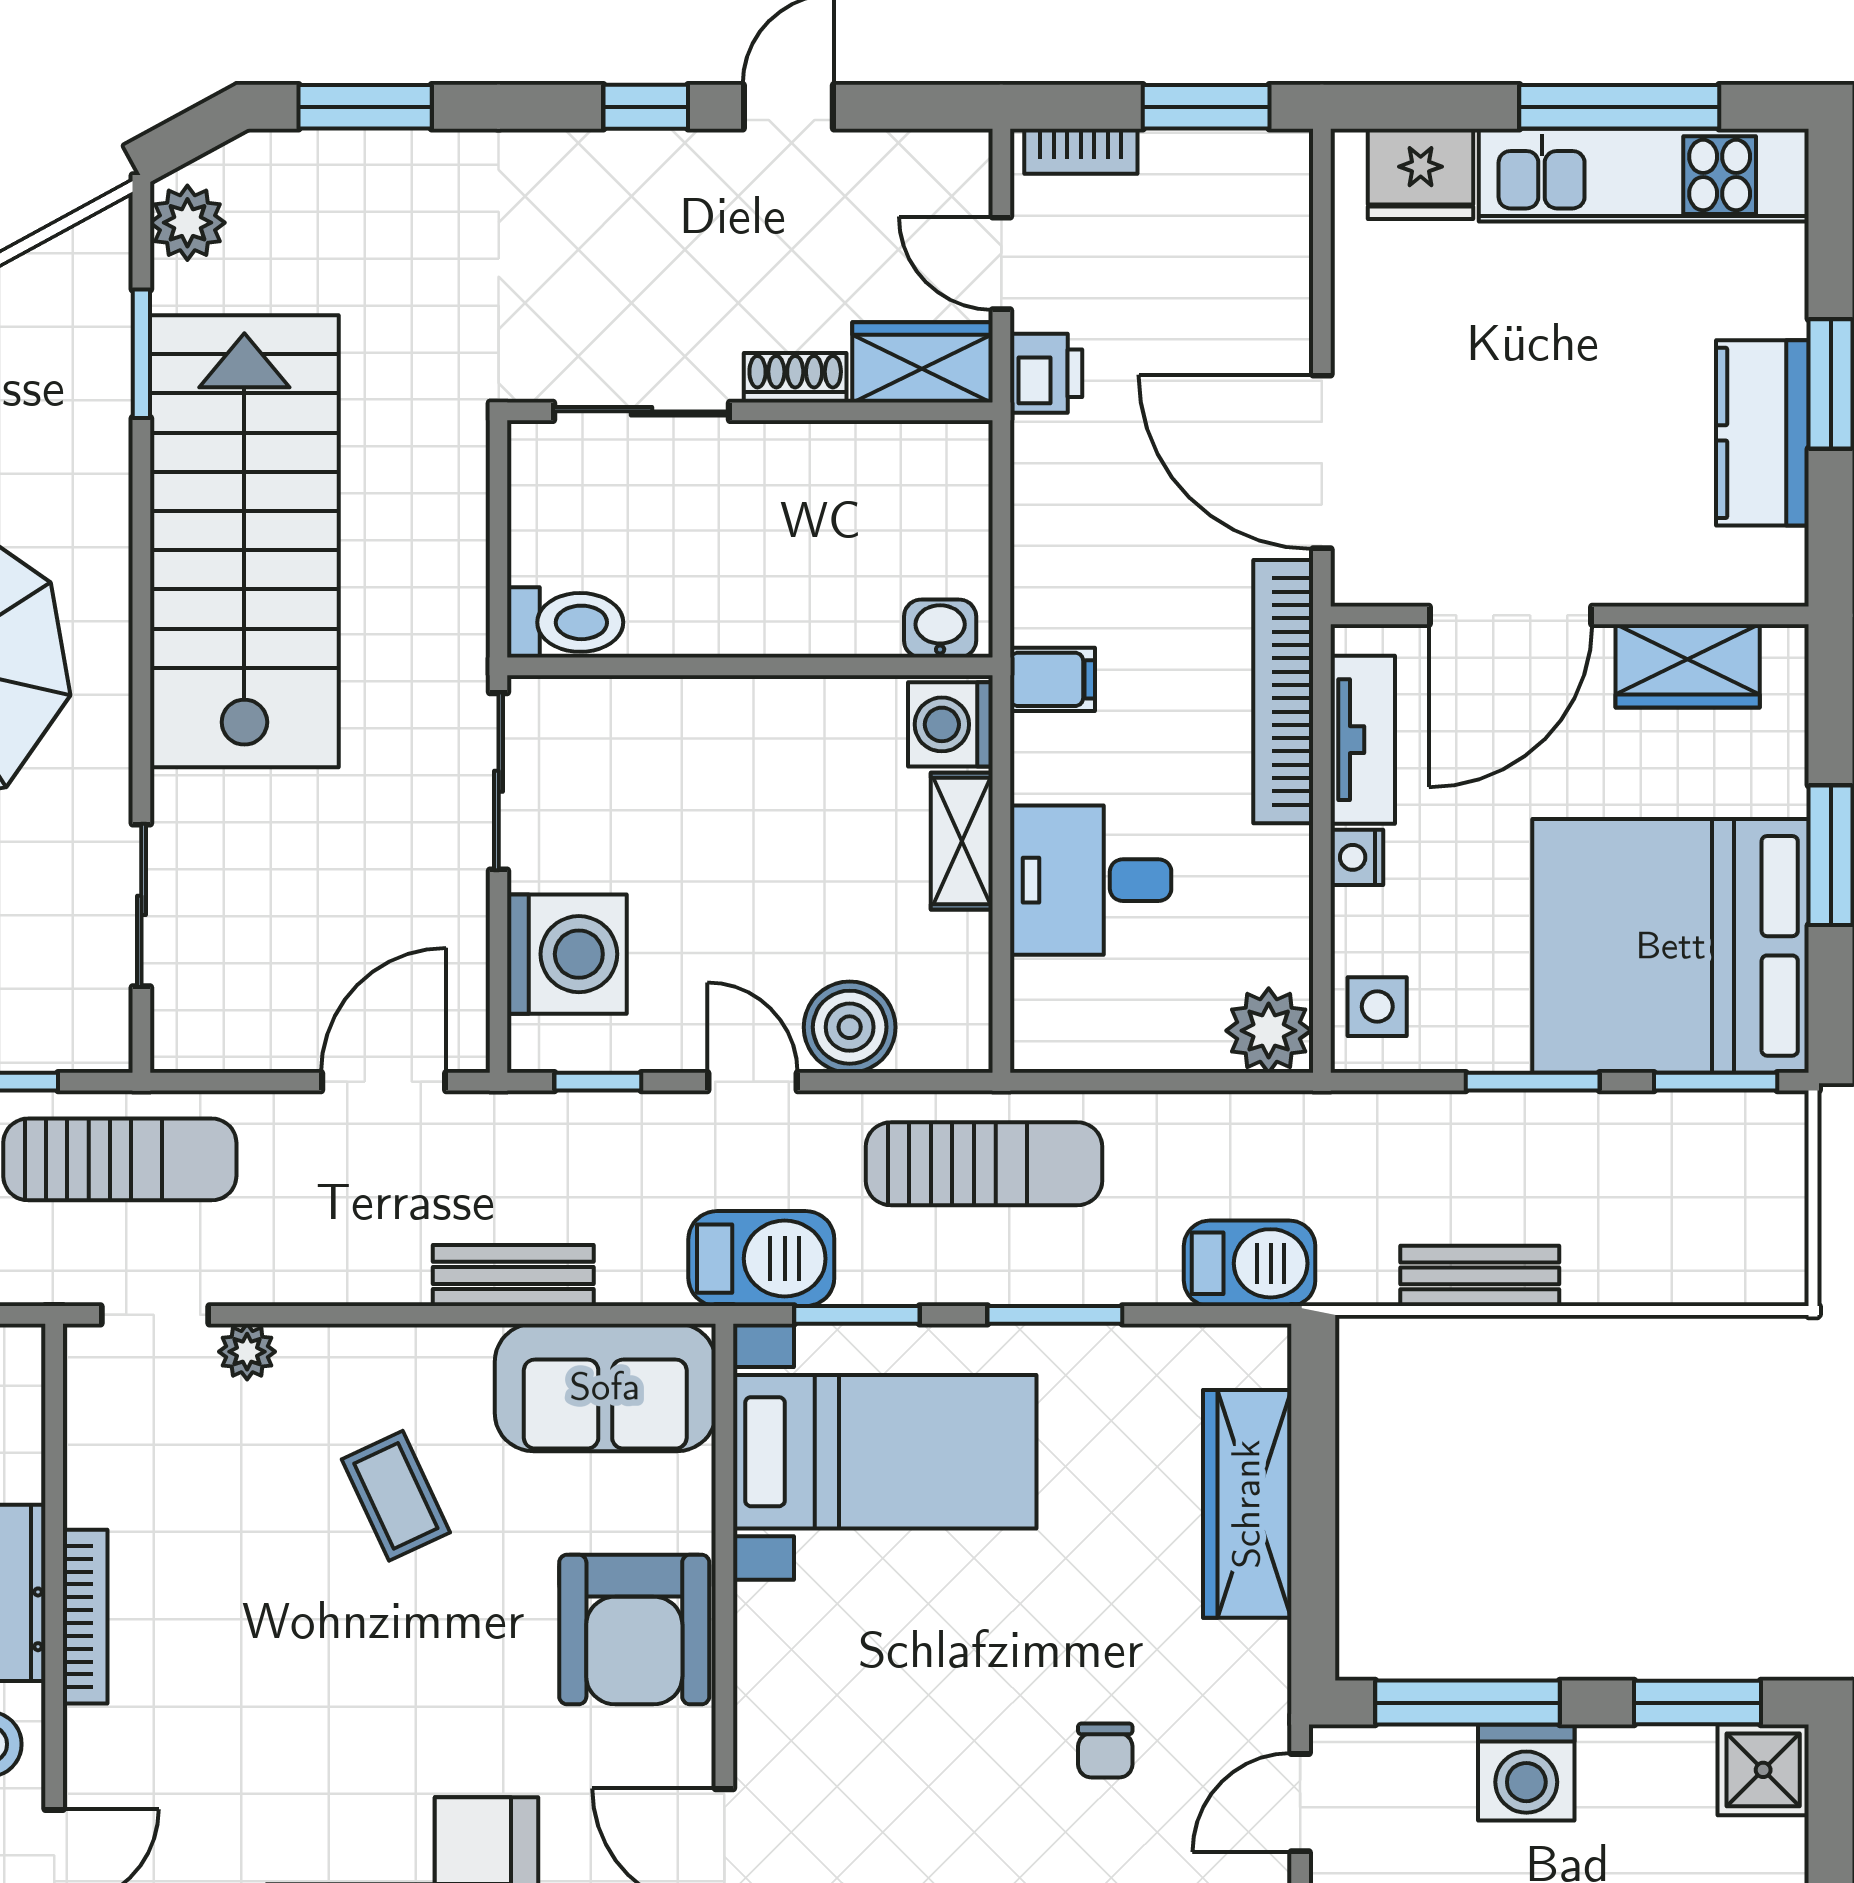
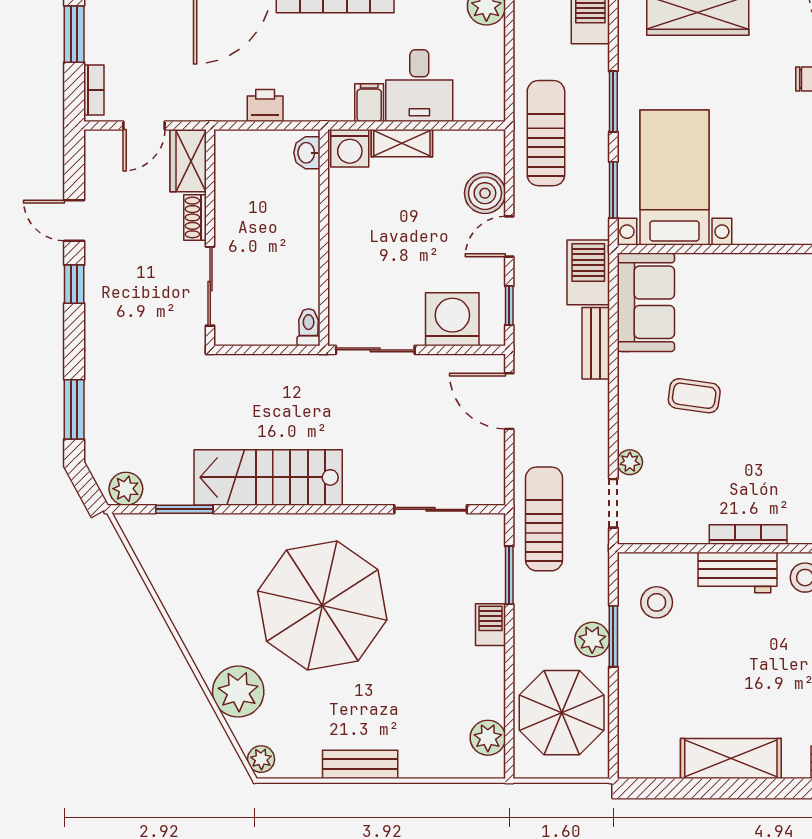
printer: (1046, 373) -> (265, 105), moved
stairs: (244, 541) -> (268, 477), width x0.73, depth x0.66
toilet: (565, 622) -> (309, 327), width x0.73, depth x0.72
filing cabinet: (1052, 679) -> (369, 103), moved
barbecue: (761, 1259) -> (588, 272), moved
coffee table: (396, 1496) -> (694, 396), turned 33
armchair: (634, 1630) -> (754, 289), removed

